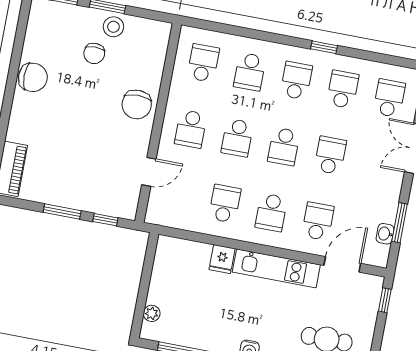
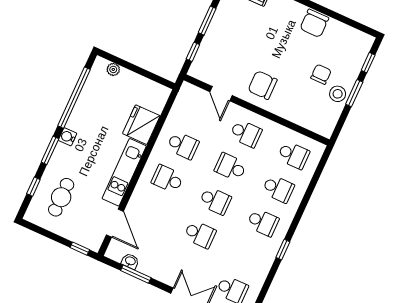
chair: (94, 53) -> (321, 74), turned 90
school desk: (250, 72) -> (278, 189), turned 180
school desk: (343, 89) -> (248, 256), removed
chair: (137, 105) -> (263, 85), moved
school desk: (191, 129) -> (246, 133), turned 180
school desk: (284, 147) -> (215, 201), turned 180
school desk: (318, 221) -> (152, 213), removed
fridge: (222, 259) -> (141, 125), width x1.88, depth x1.34

